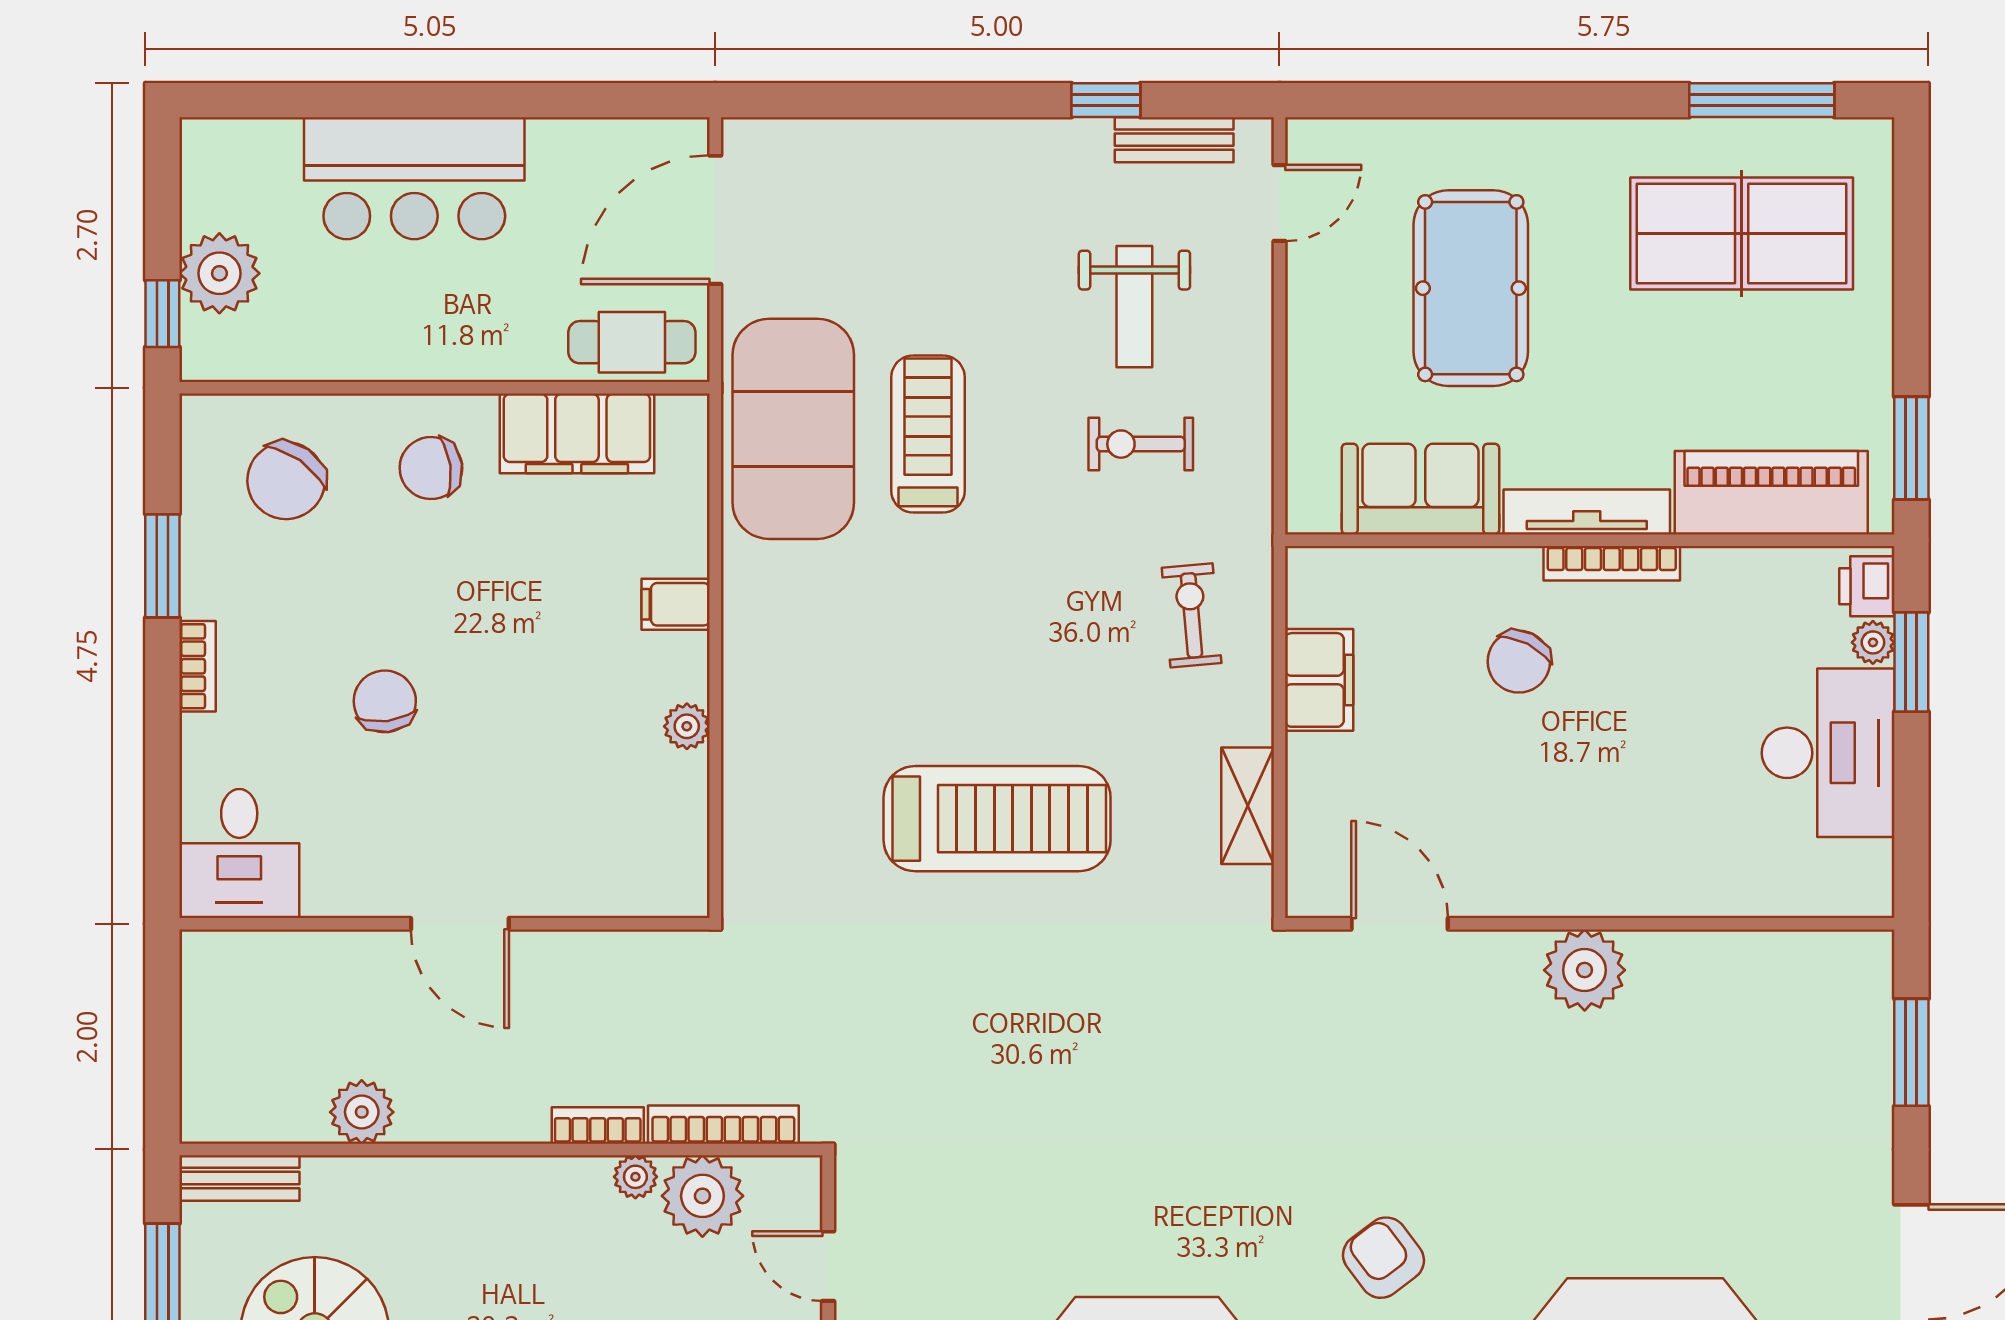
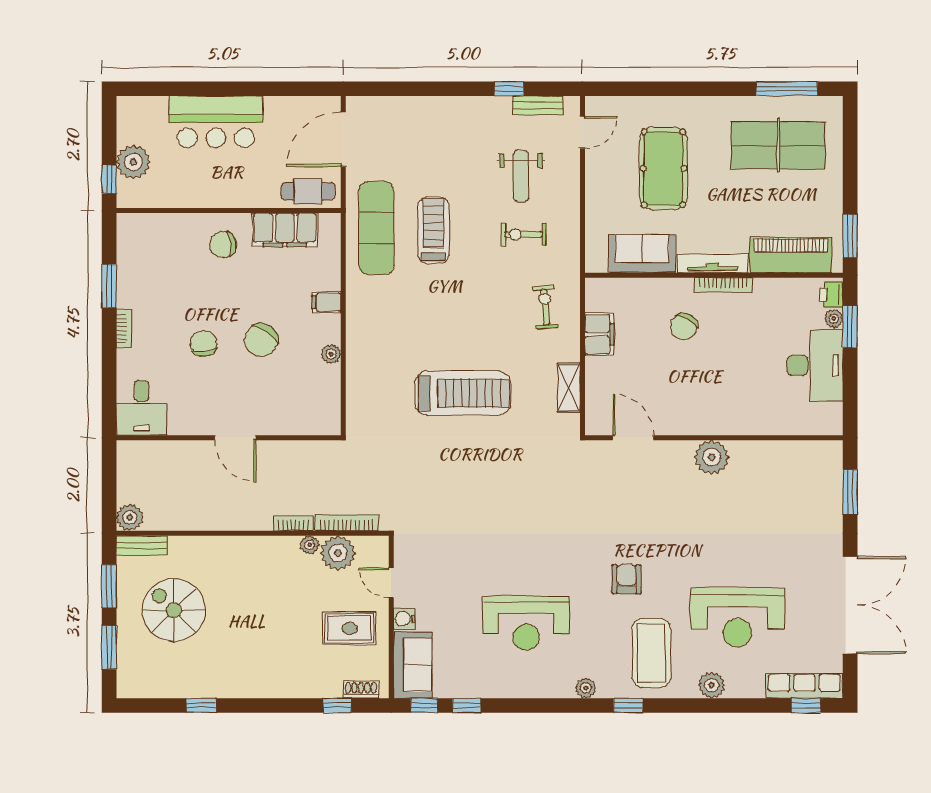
exercise mat: (793, 429) -> (376, 228), width x0.68
chair: (286, 481) -> (261, 340), moved
plant: (362, 1112) -> (130, 517), moved
armchair: (1383, 1258) -> (626, 579), turned 37

